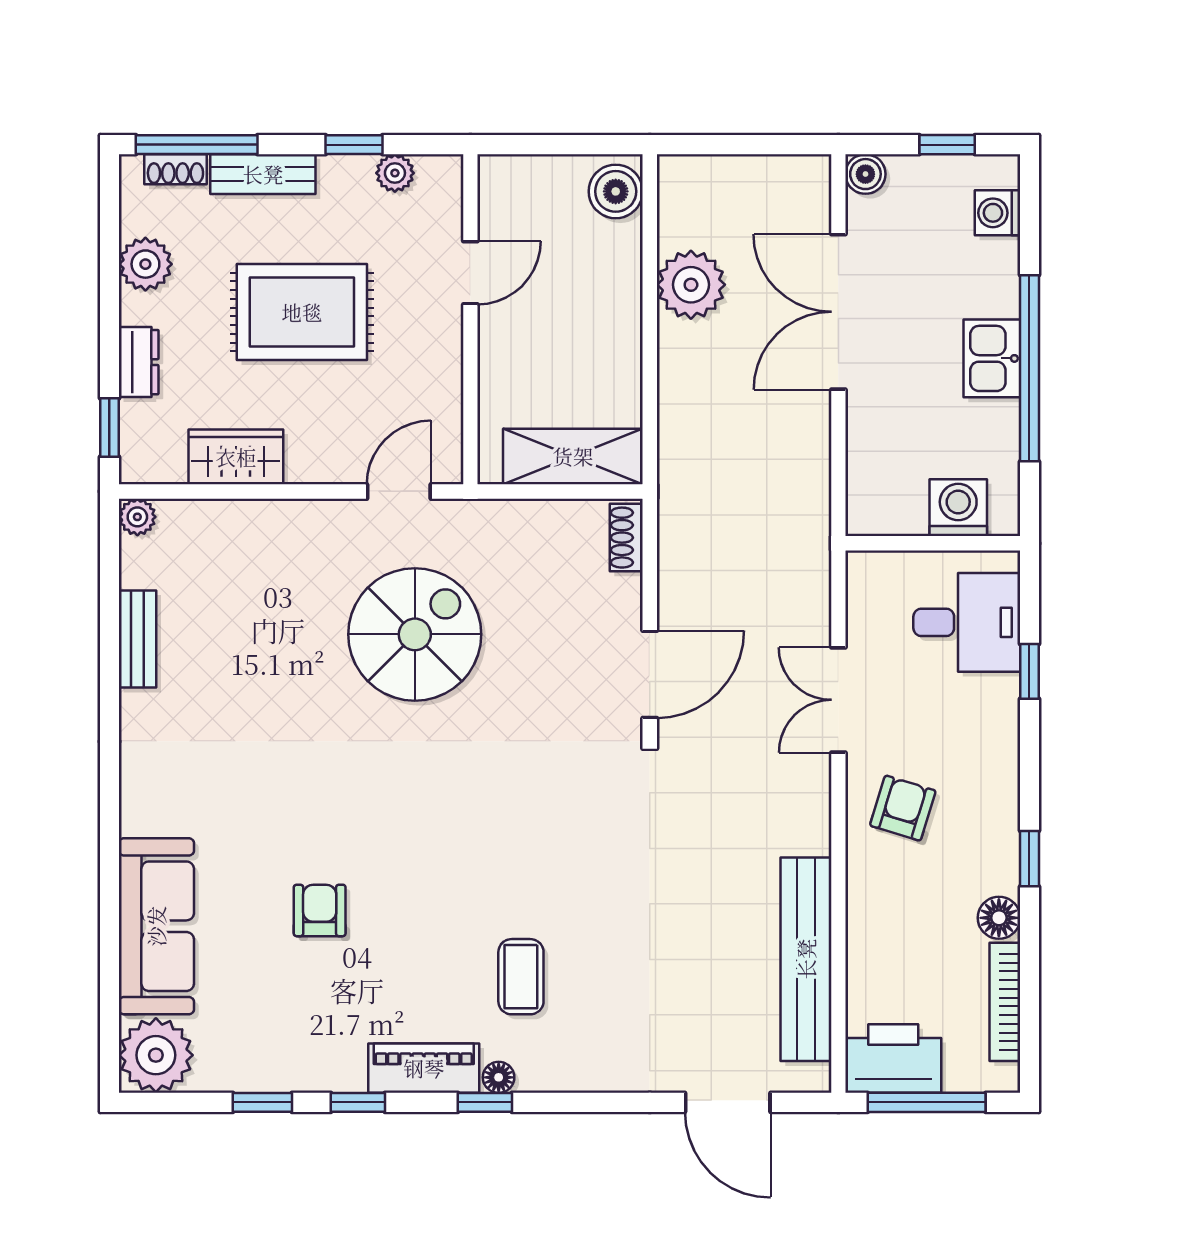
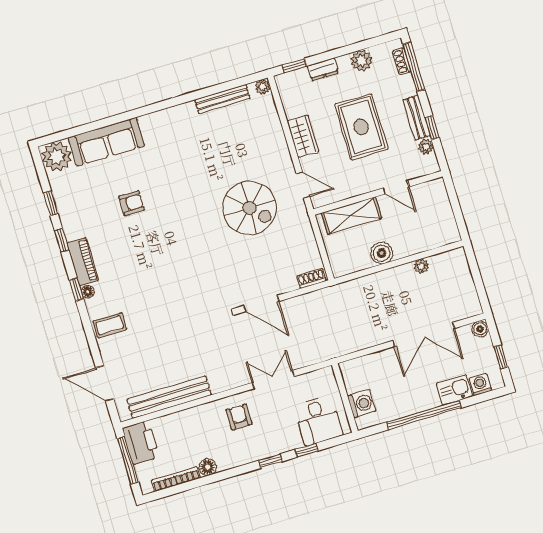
bench: (263, 174) -> (417, 118), moved
boiler: (616, 191) -> (382, 253), moved
plant: (691, 285) -> (421, 266), width x0.53, depth x0.53
double door: (838, 312) -> (424, 334), swing flipped
kitchen sink: (992, 358) -> (454, 390), moved
shelving: (573, 456) -> (352, 216), moved, turned 90
wardrobe: (236, 457) -> (303, 136), moved
bench: (138, 639) -> (222, 99), width x1.36
armchair: (903, 808) -> (239, 417), turned -107
window: (1029, 859) -> (271, 461), moved
coffee table: (521, 977) -> (110, 325), moved
door: (728, 1102) -> (105, 383), hinge flipped

